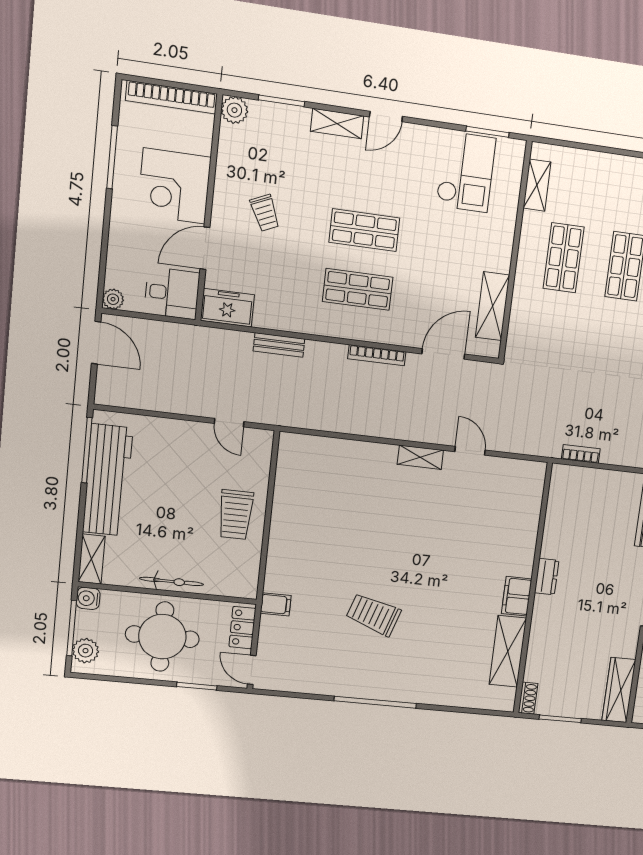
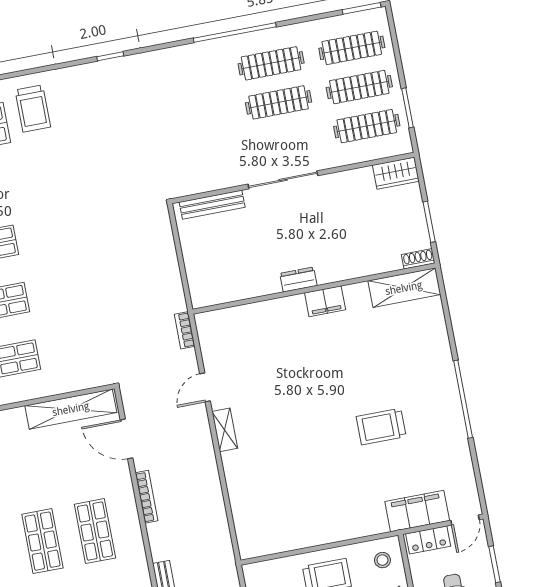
shelving: (493, 306) -> (71, 409), width x1.47
bookcase: (581, 454) -> (185, 330), moved
stool: (235, 576) -> (382, 560), added
filing cabinet: (276, 604) -> (417, 511), width x3.00, depth x1.17
trolley: (374, 614) -> (381, 427), turned 72
shelving: (508, 651) -> (404, 288), moved
wardrobe: (619, 690) -> (396, 173), width x0.67

